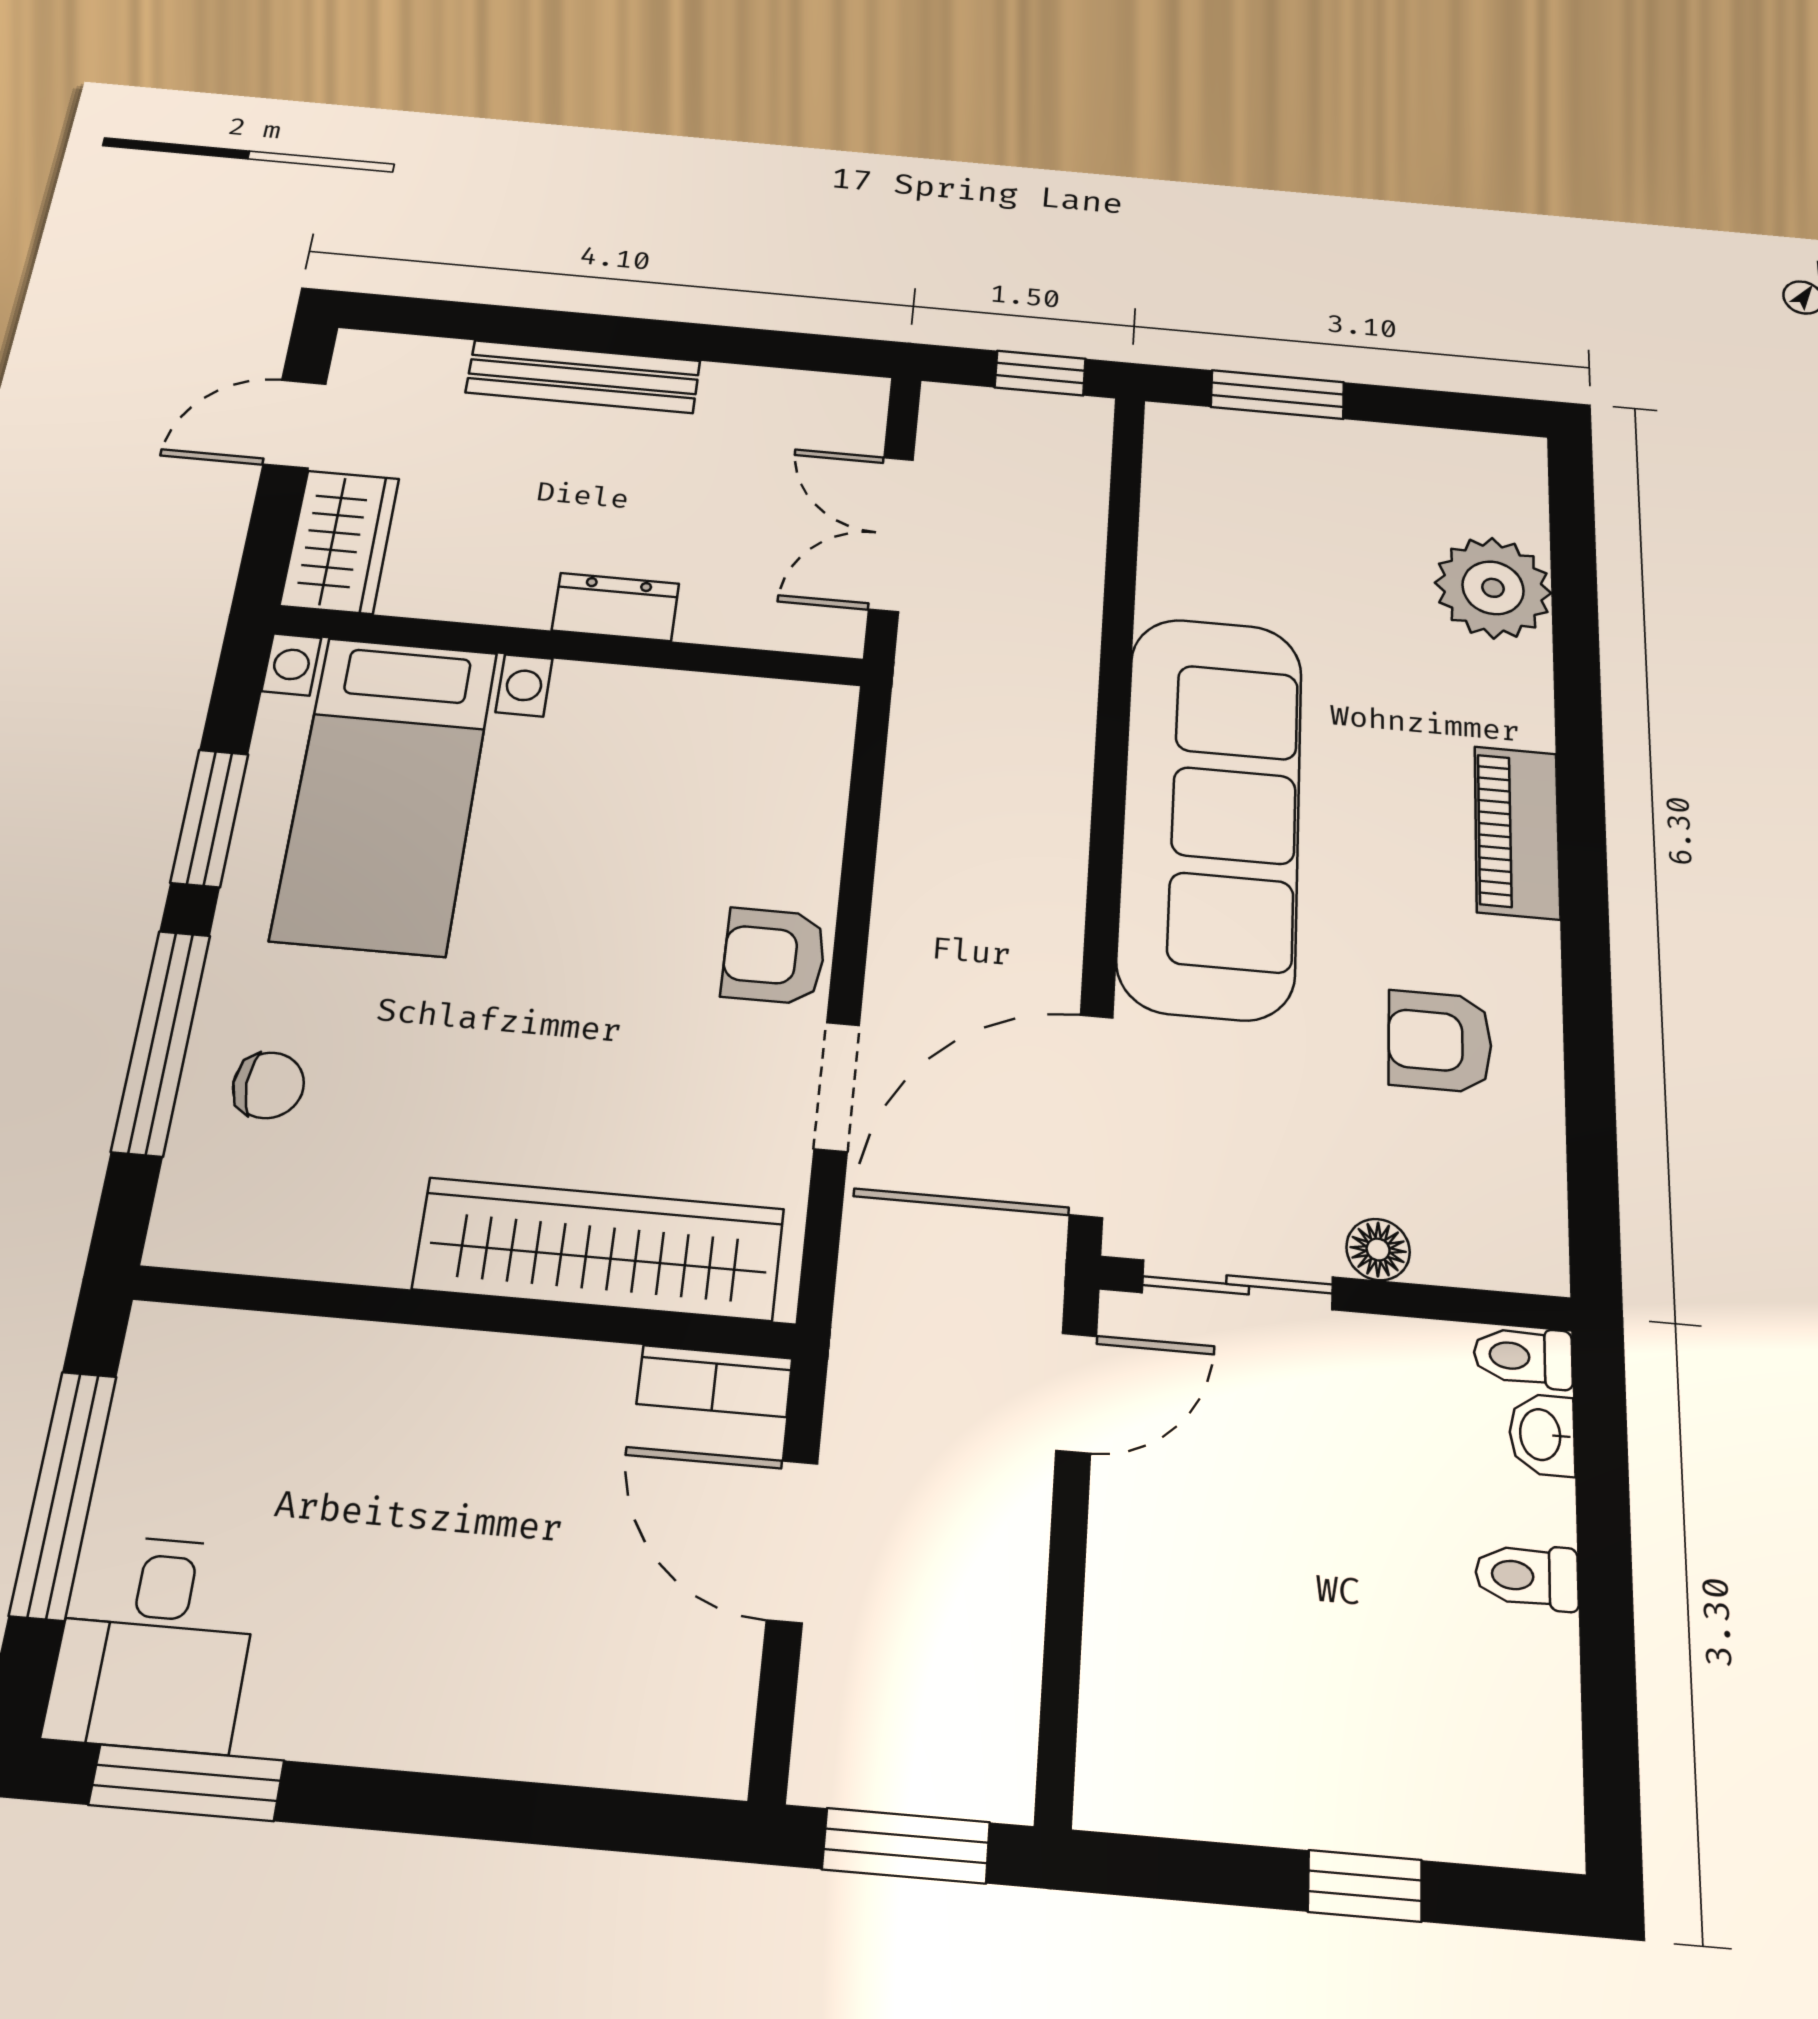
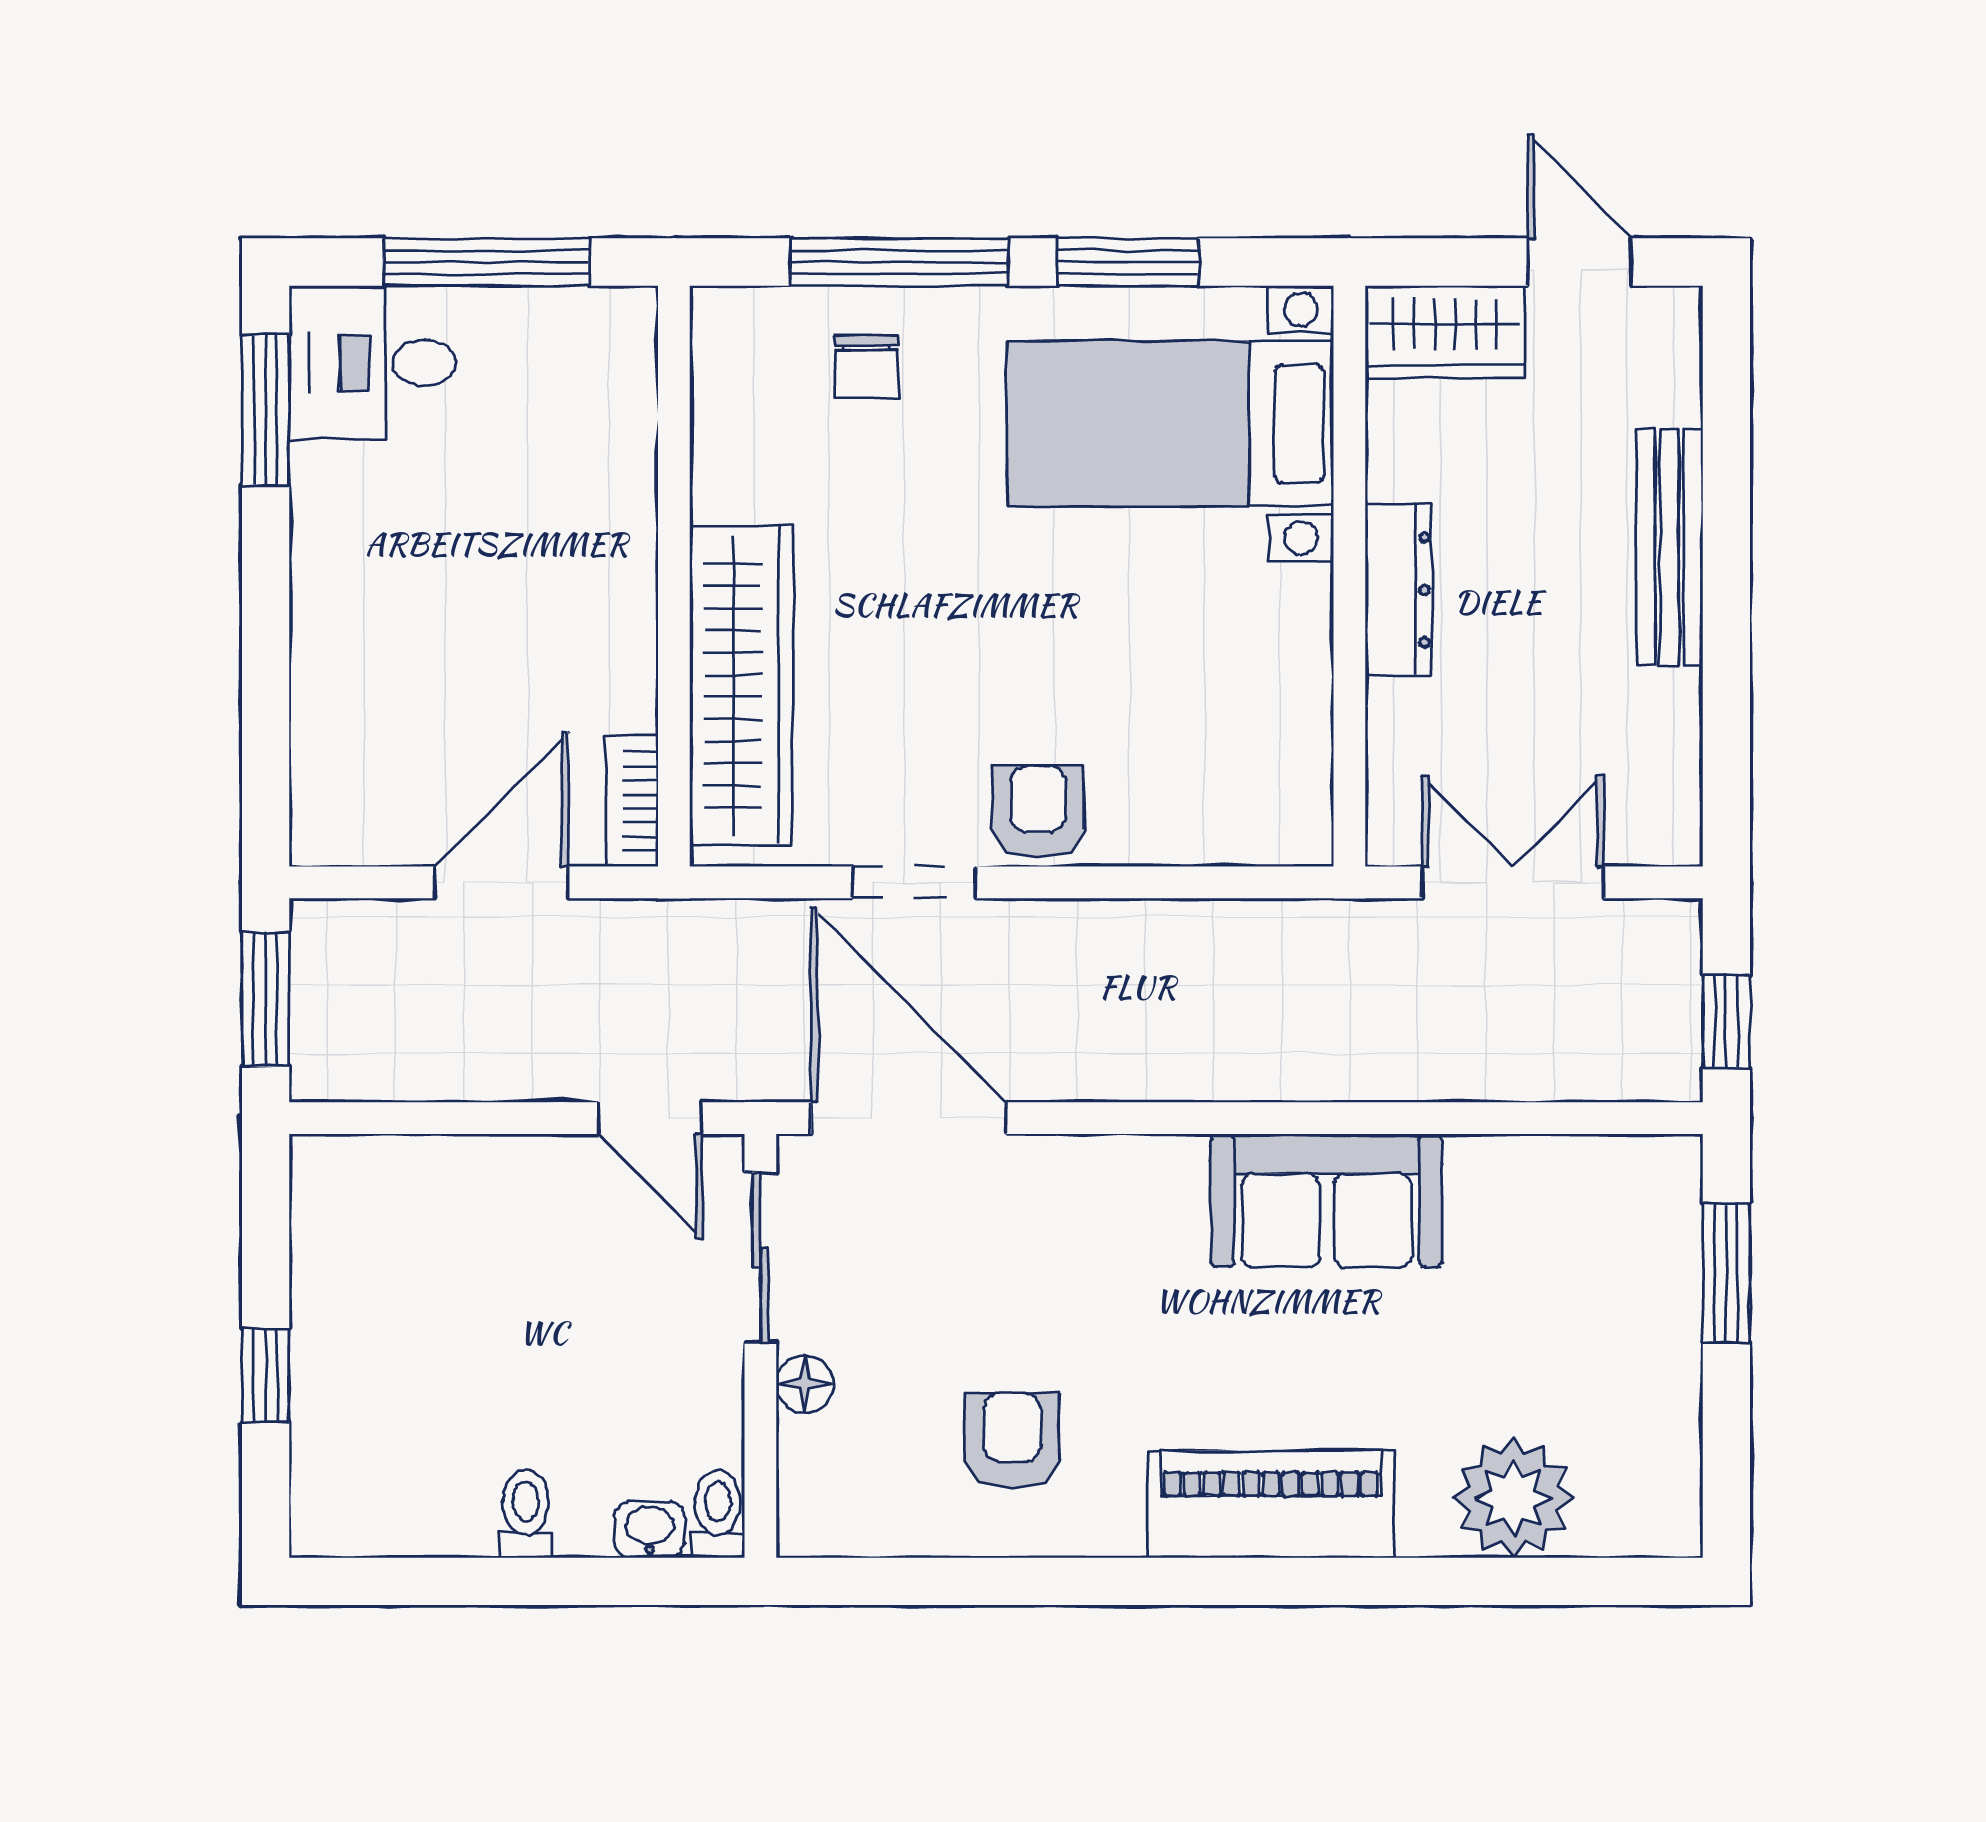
dresser: (616, 607) -> (1398, 590), width x1.44
sofa: (1211, 814) -> (1327, 1201), width x0.54, depth x0.79
piano: (1517, 832) -> (1271, 1504), width x1.37, depth x1.33

